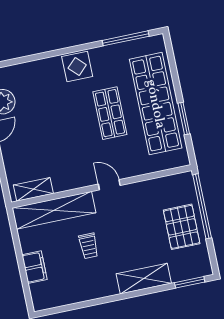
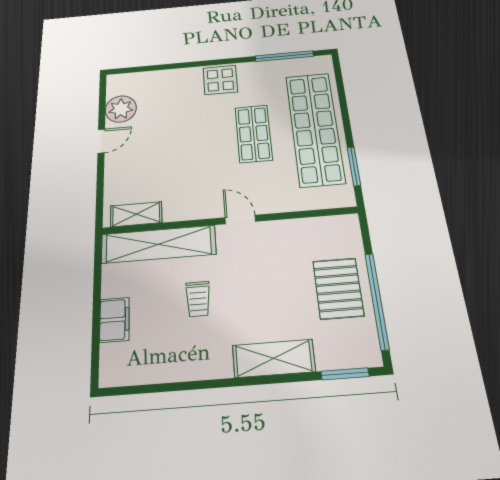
window: (184, 119) -> (354, 166), moved
window: (202, 206) -> (377, 301), moved

